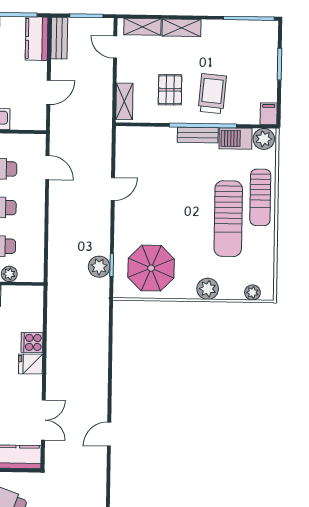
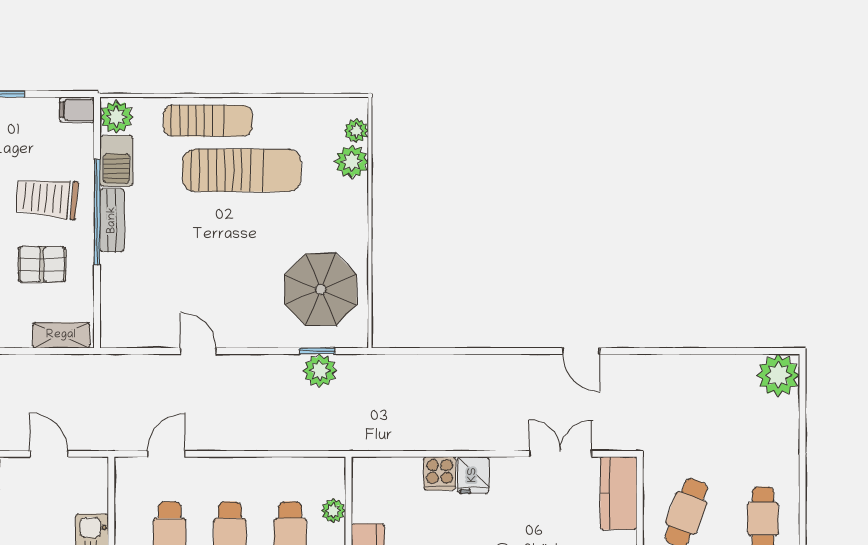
plant: (208, 289) -> (352, 162), moved

